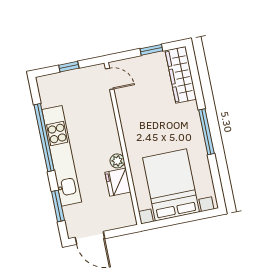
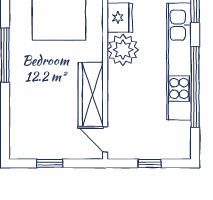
wardrobe: (181, 75) -> (91, 94), moved, turned 180
plant: (117, 161) -> (123, 50), width x1.87, depth x1.87

